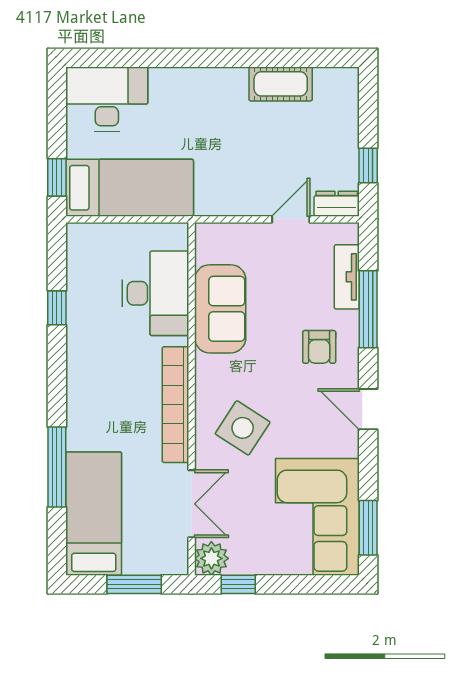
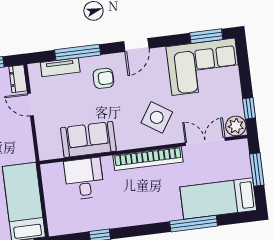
desk: (155, 293) -> (84, 179), width x0.73

